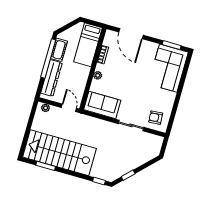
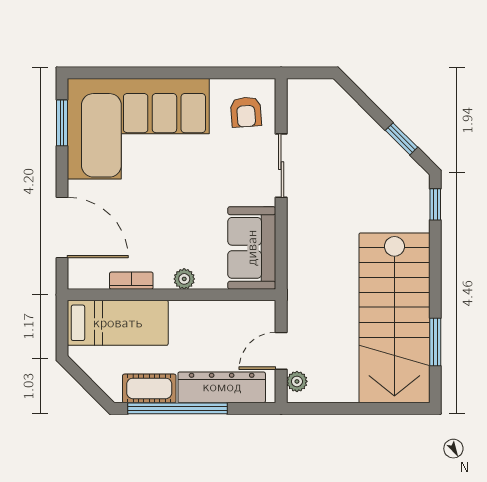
door: (131, 34) -> (62, 228), hinge flipped
corner sofa: (168, 68) -> (138, 129), width x1.36, depth x1.36
door: (69, 108) -> (281, 351), moved

